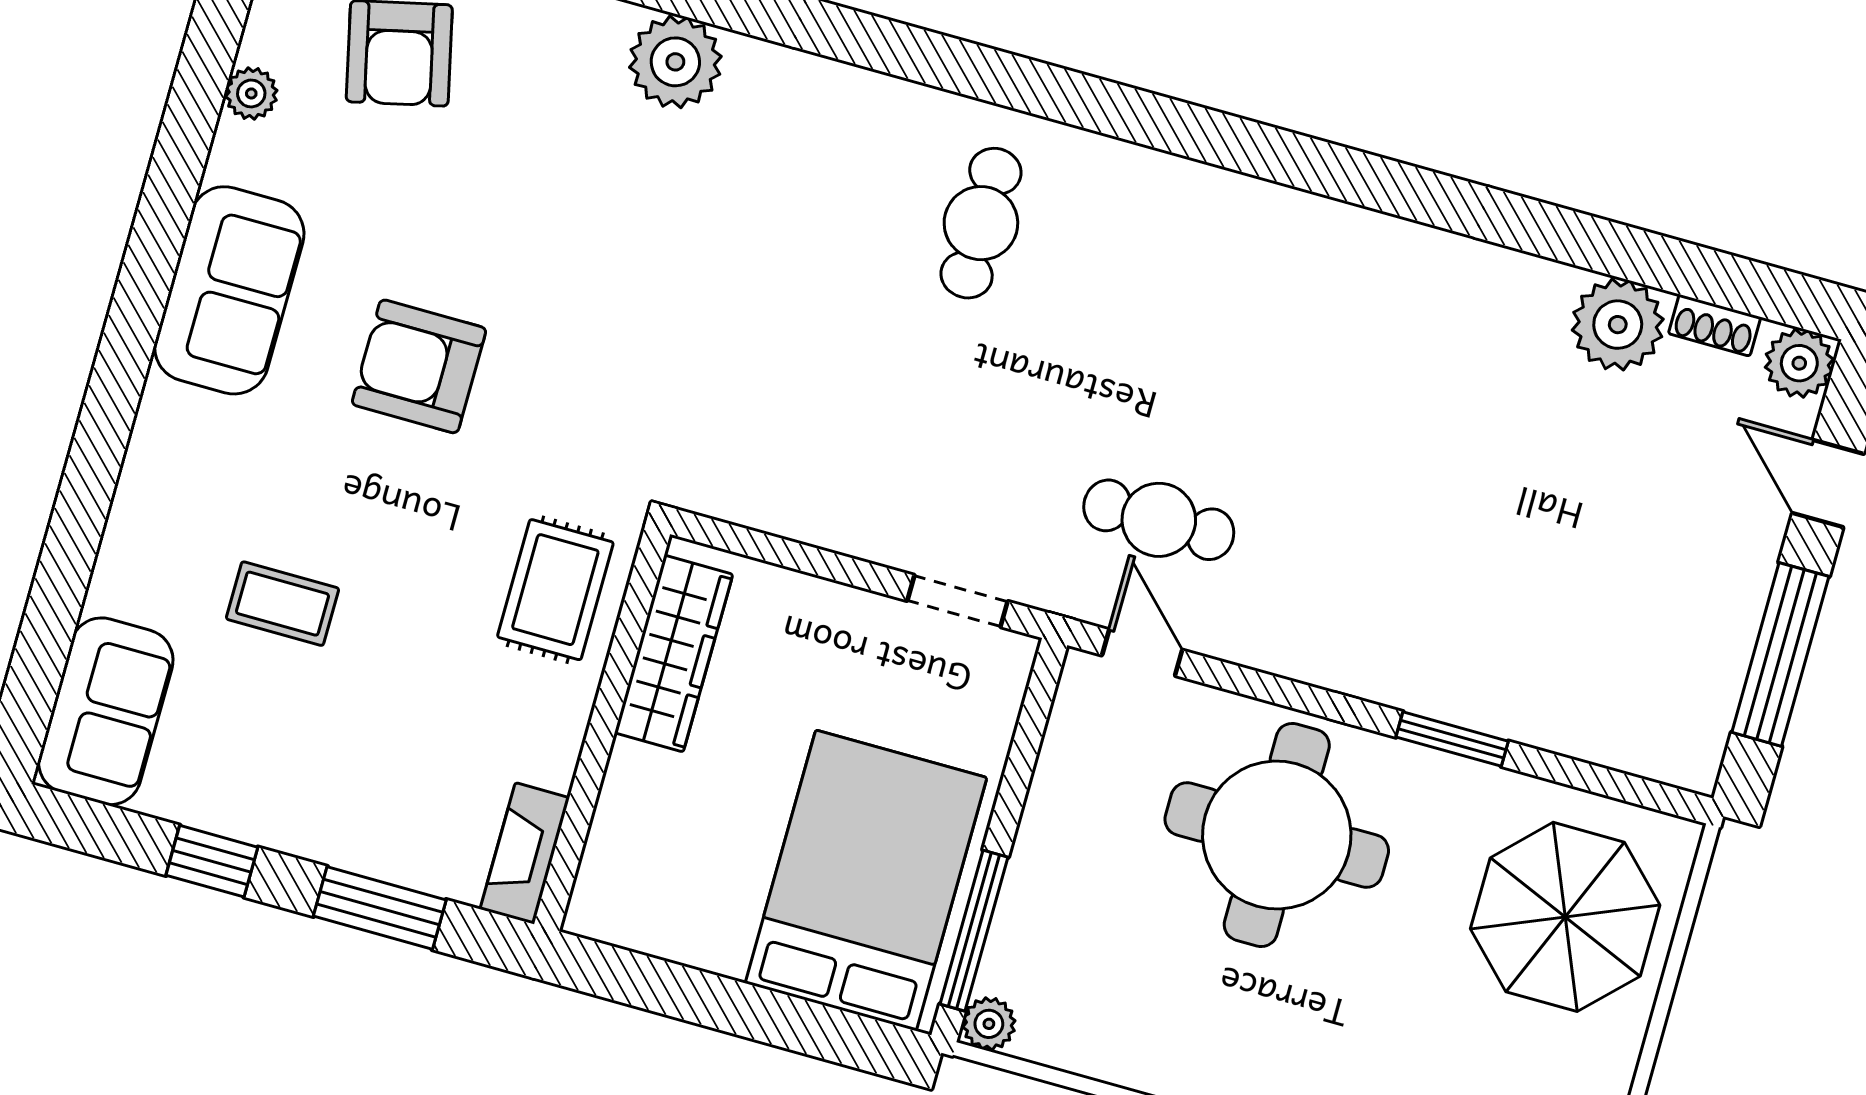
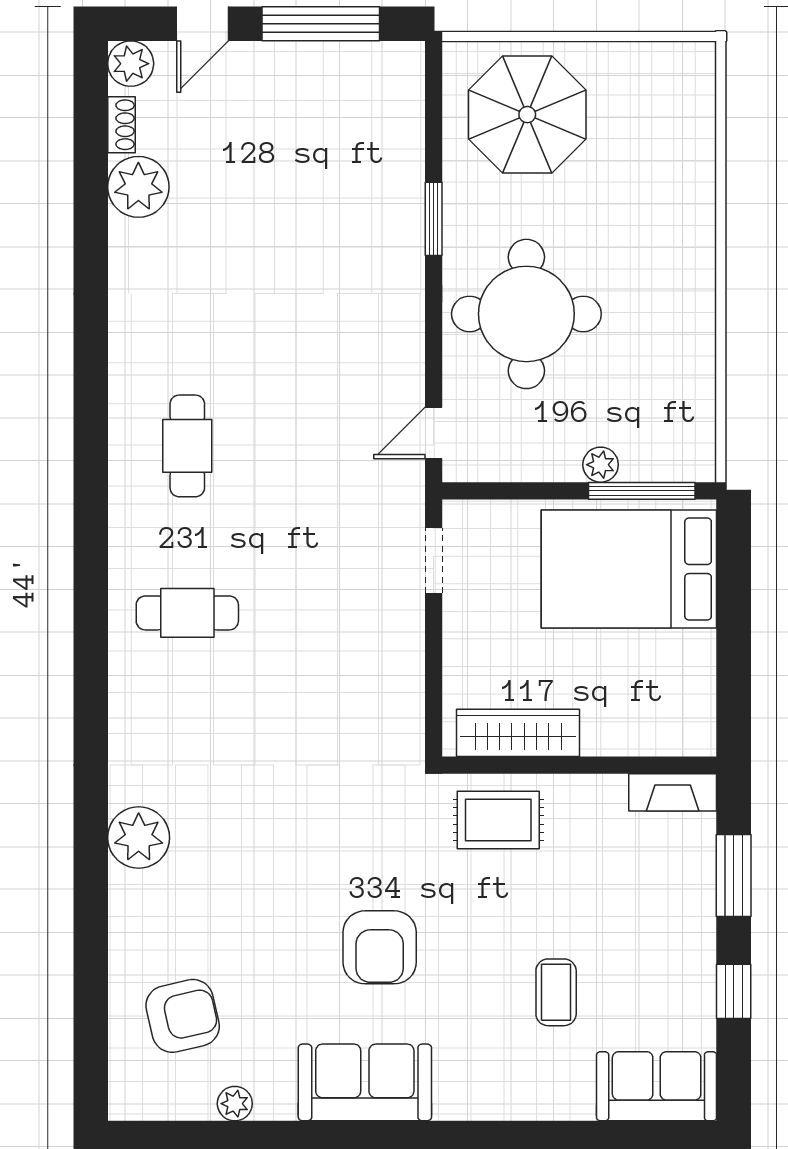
cafe table: (1159, 520) -> (187, 446), moved
plant: (989, 1024) -> (601, 465), moved

